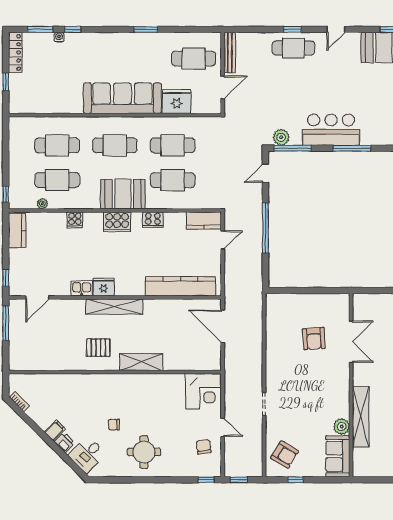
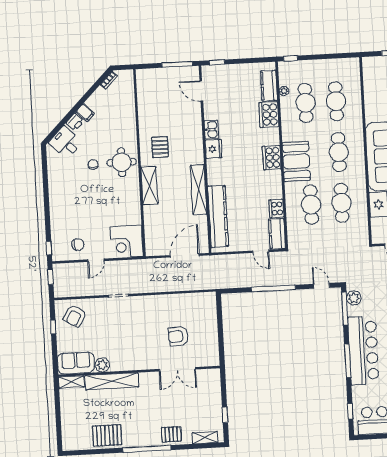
bar counter: (331, 130) -> (363, 351), width x1.36
cooker: (75, 220) -> (269, 115), width x1.87, depth x1.31
cooker: (153, 220) -> (276, 209), moved
kitchen counter: (17, 230) -> (269, 86), moved, turned 90
shelving: (114, 307) -> (199, 190), moved
round table: (144, 452) -> (122, 162), moved
shelving: (359, 462) -> (71, 382), added

